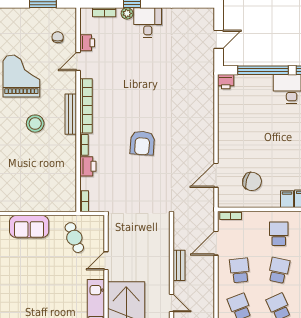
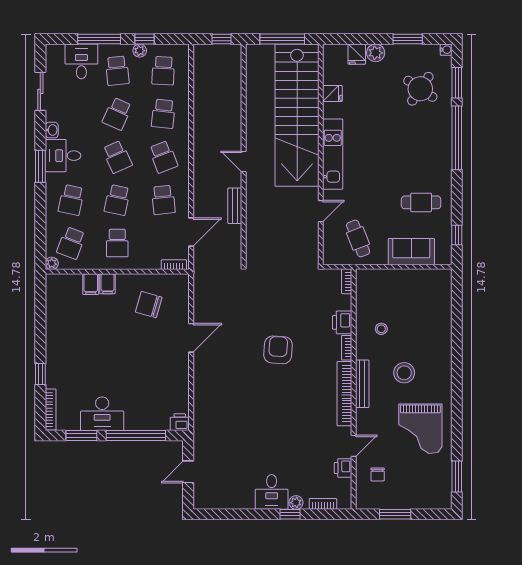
stool: (55, 161) -> (381, 329), added
door: (216, 175) -> (191, 338), moved
cafe table: (21, 268) -> (421, 202), added

